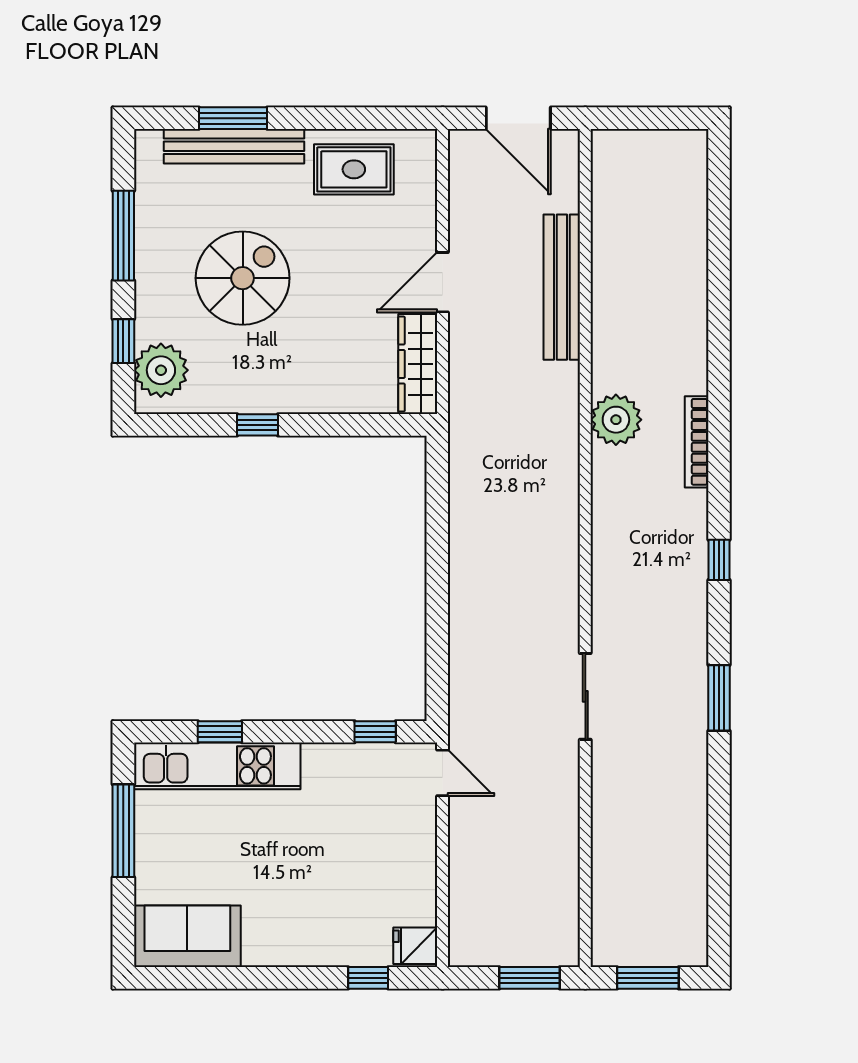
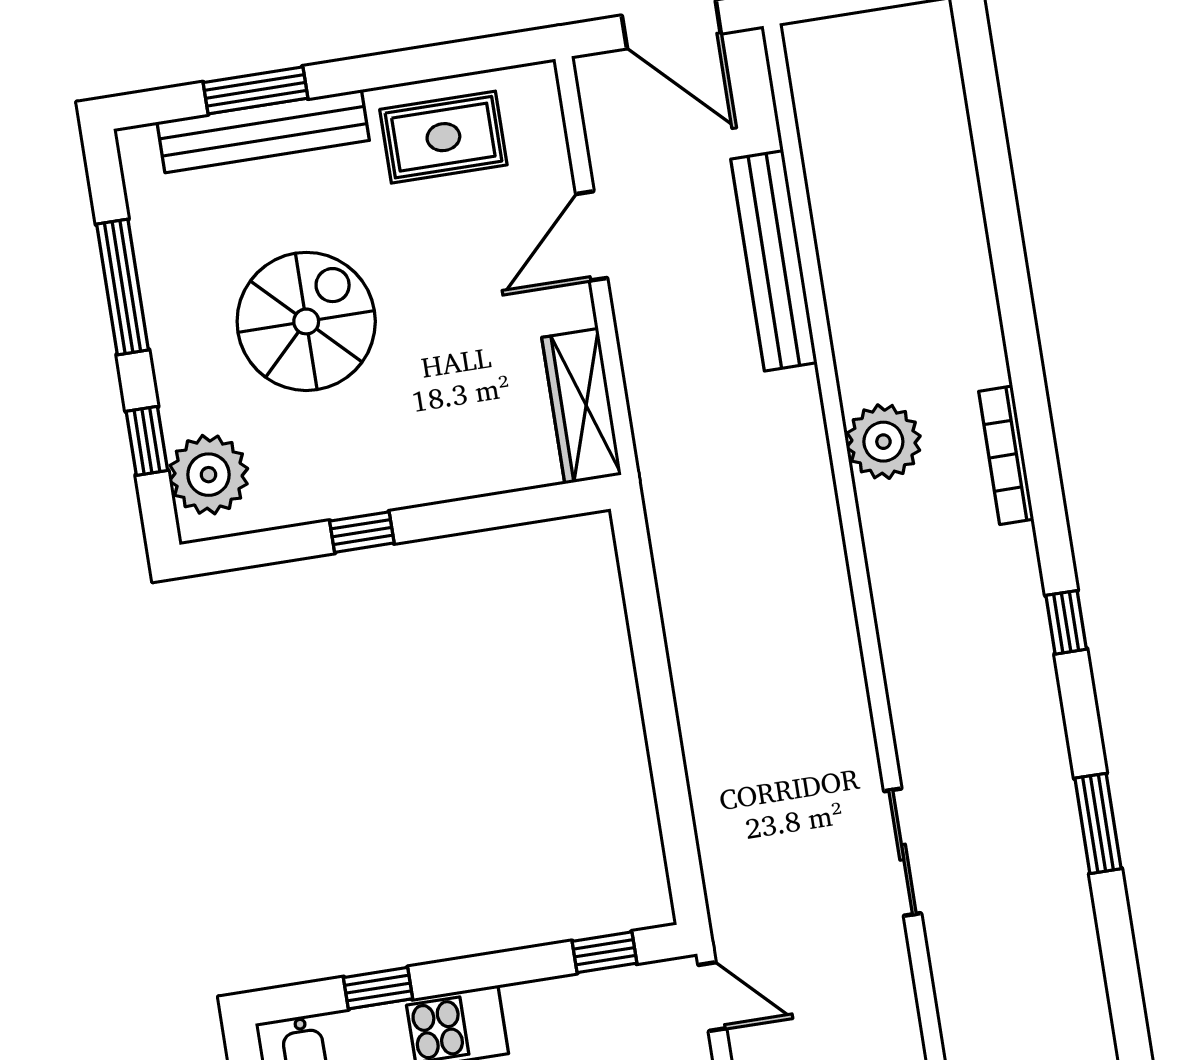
door: (443, 282) -> (592, 236), moved

